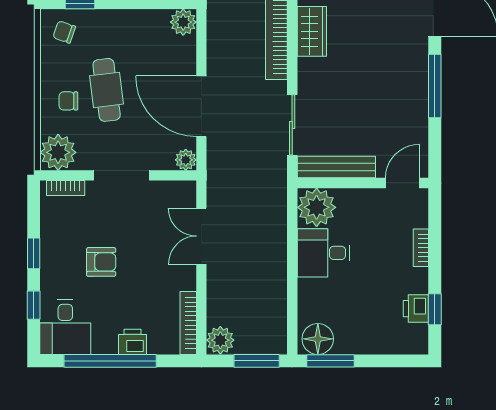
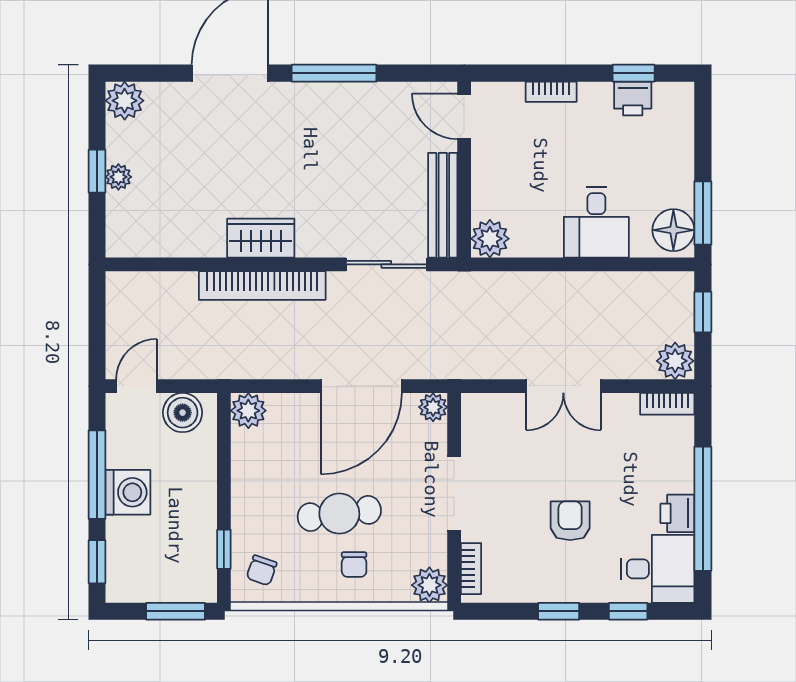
plant: (58, 152) -> (429, 585), width x0.73, depth x0.73
plant: (317, 207) -> (490, 239), width x0.73, depth x0.73
double door: (201, 236) -> (563, 386), moved
desk: (323, 253) -> (596, 223), moved
bookcase: (188, 323) -> (667, 404), width x0.64
printer: (133, 342) -> (677, 513), moved
window: (257, 361) -> (703, 312), width x0.67

